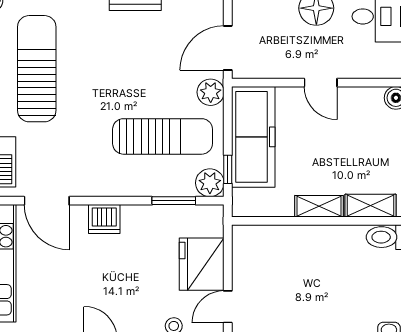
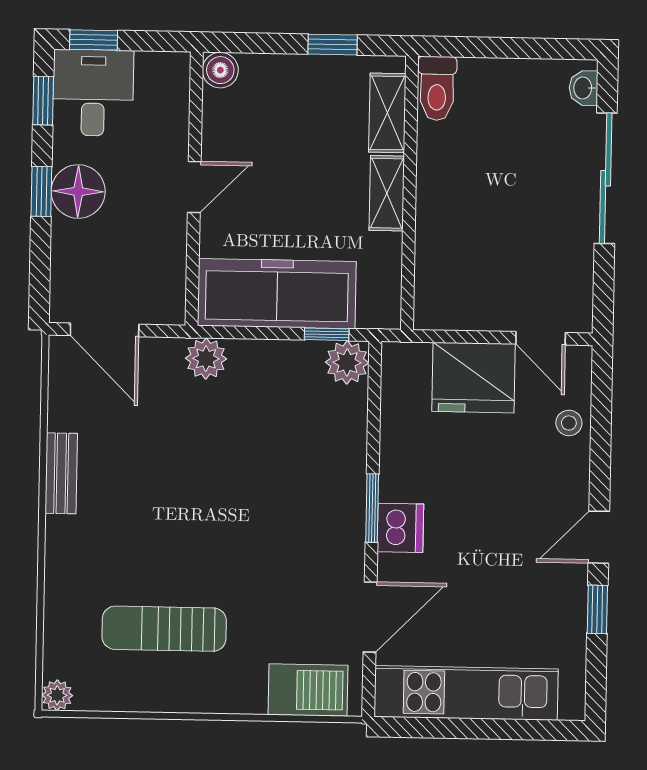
door: (228, 48) -> (105, 330), moved
sun lounger: (37, 69) -> (164, 629), width x0.73, depth x0.75
sun lounger: (163, 136) -> (273, 435), removed
window: (174, 201) -> (372, 508), moved

